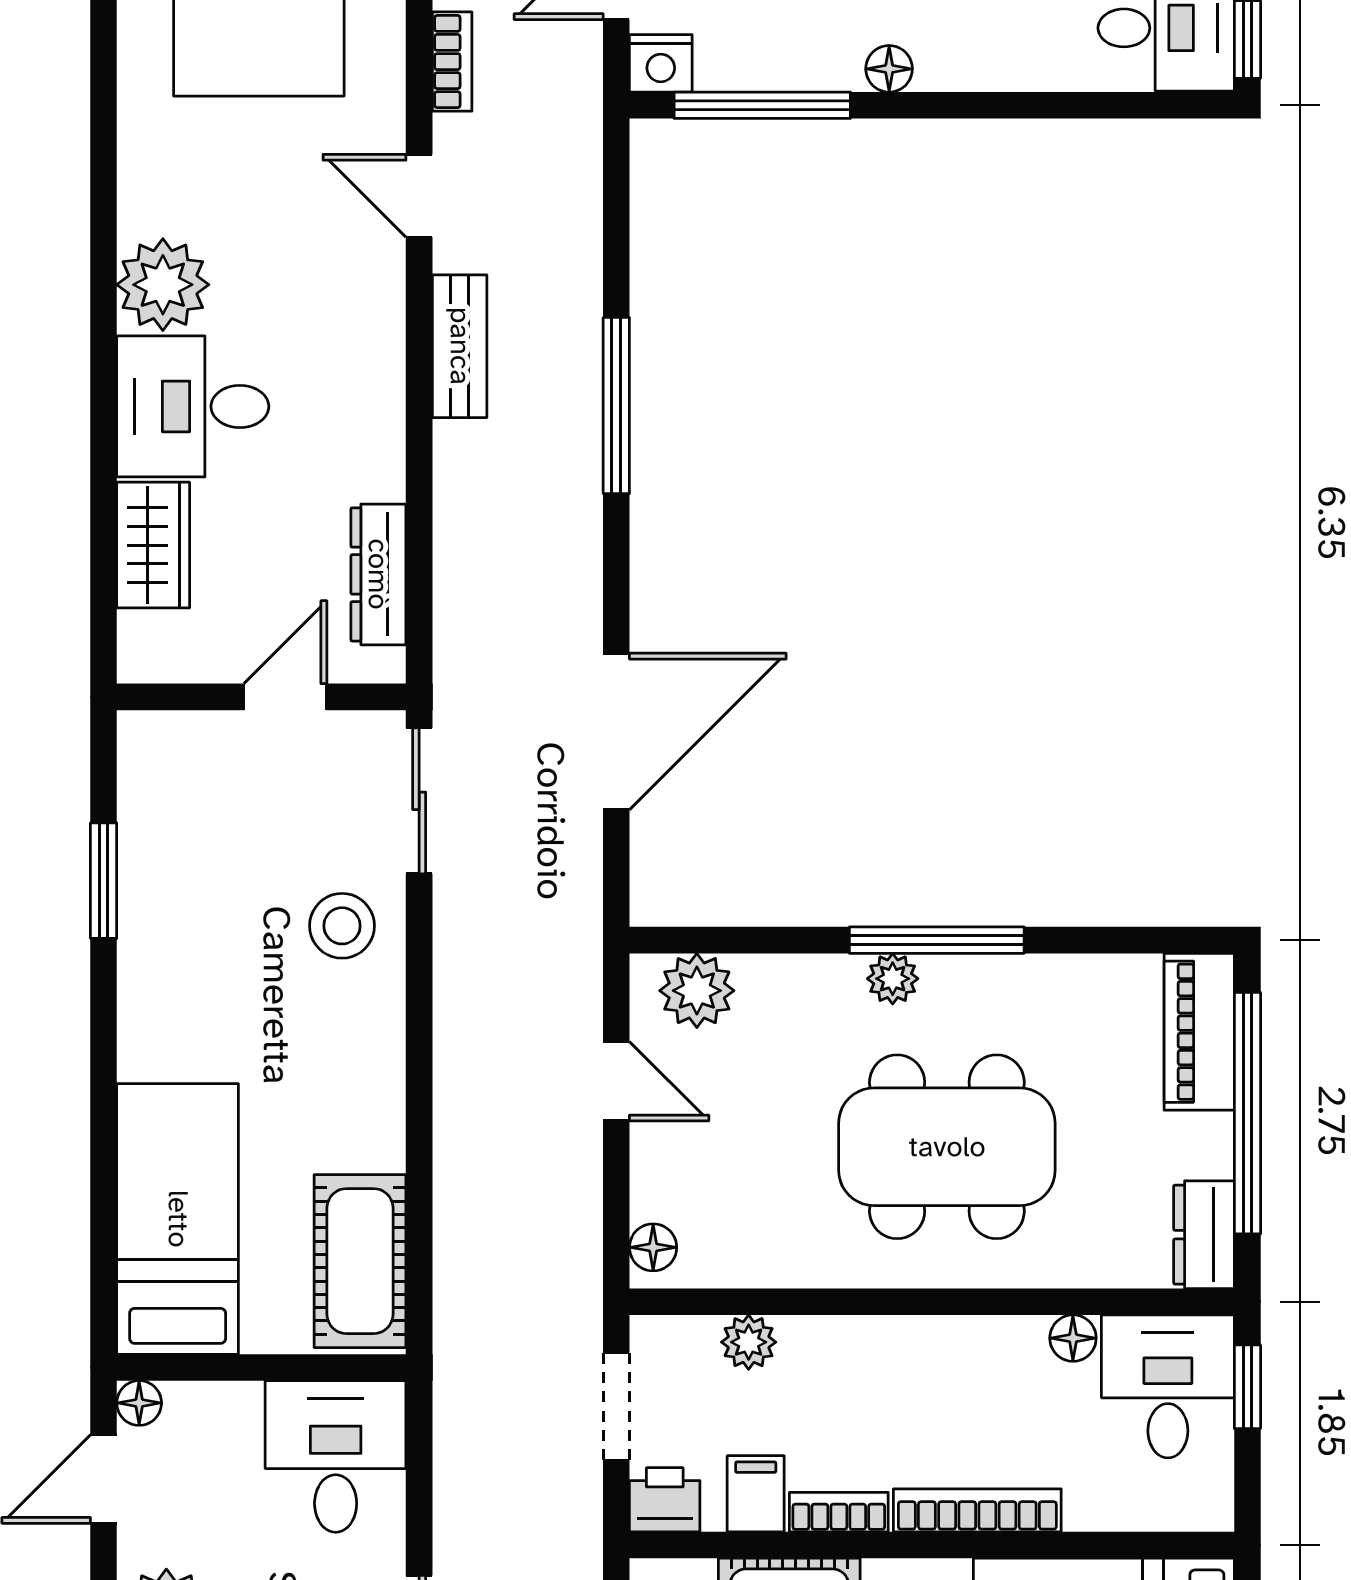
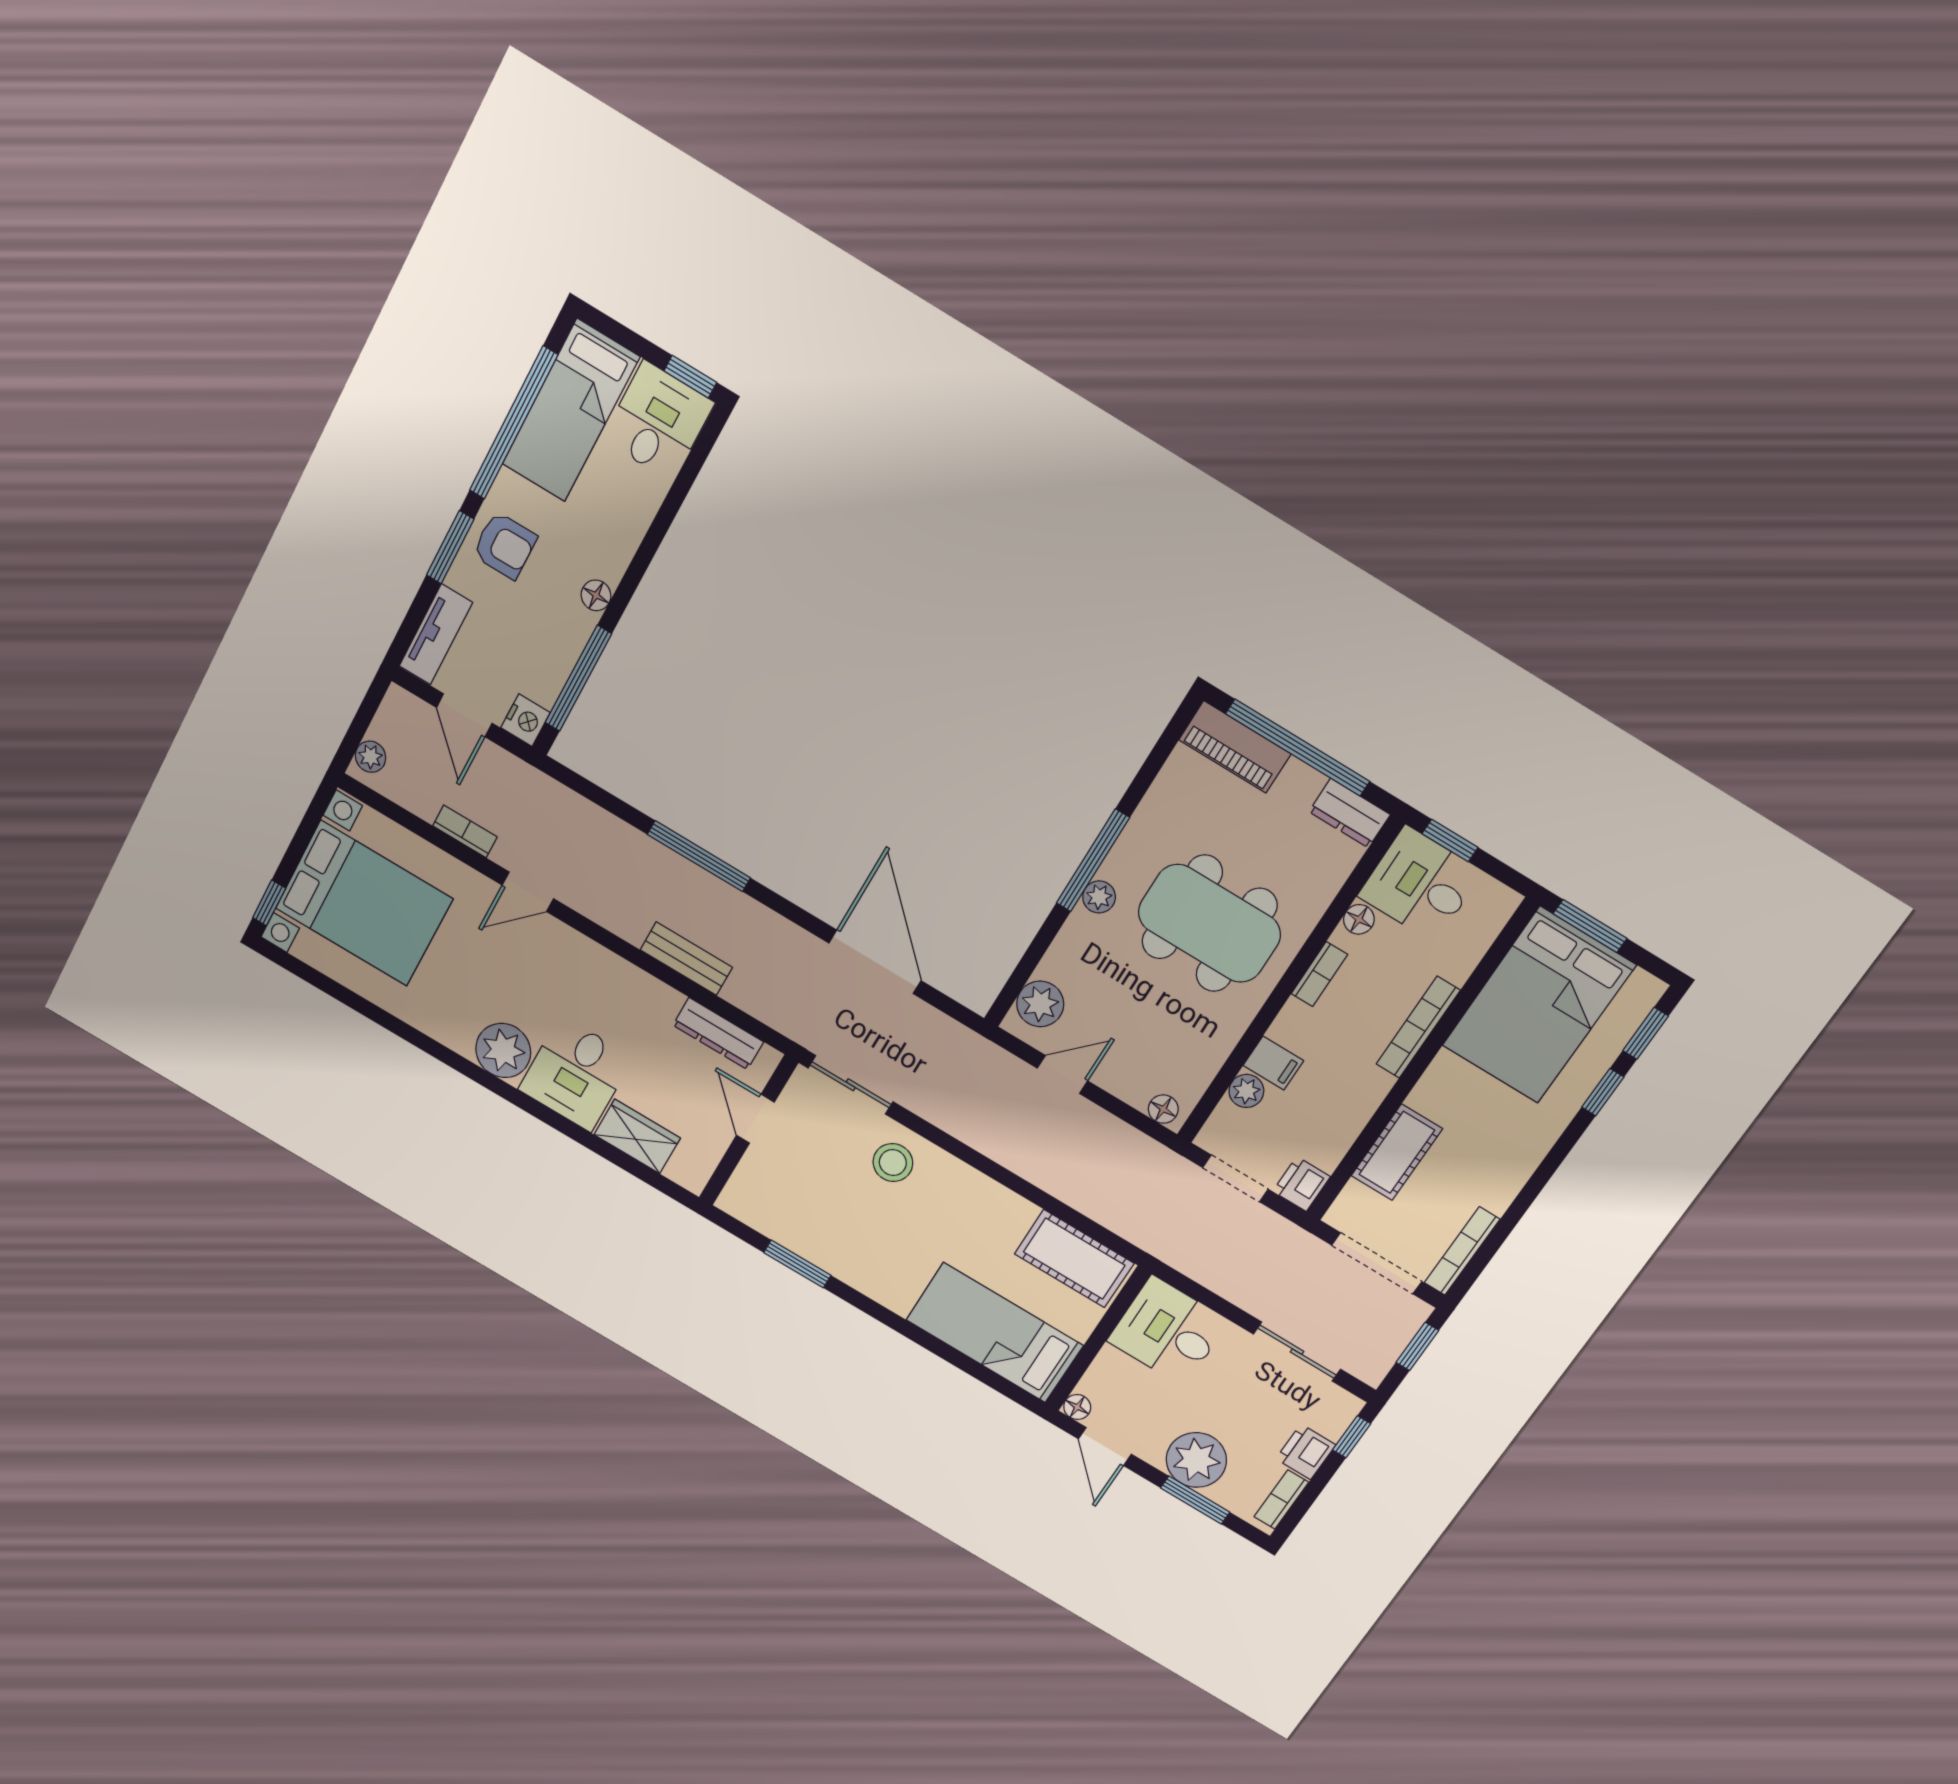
bench: (460, 346) -> (686, 959), moved
dining table: (947, 1147) -> (1209, 923), turned 90
filing cabinet: (756, 1494) -> (1273, 1063), moved, turned 180
bookcase: (839, 1512) -> (1319, 974), moved, turned 180

